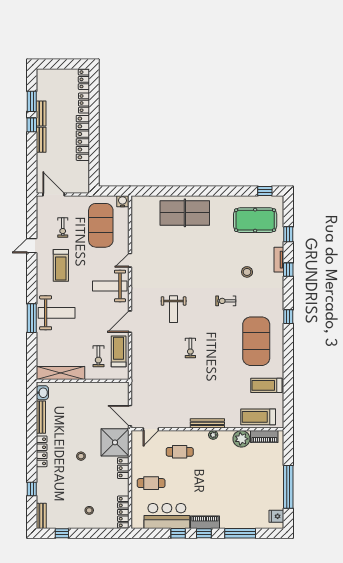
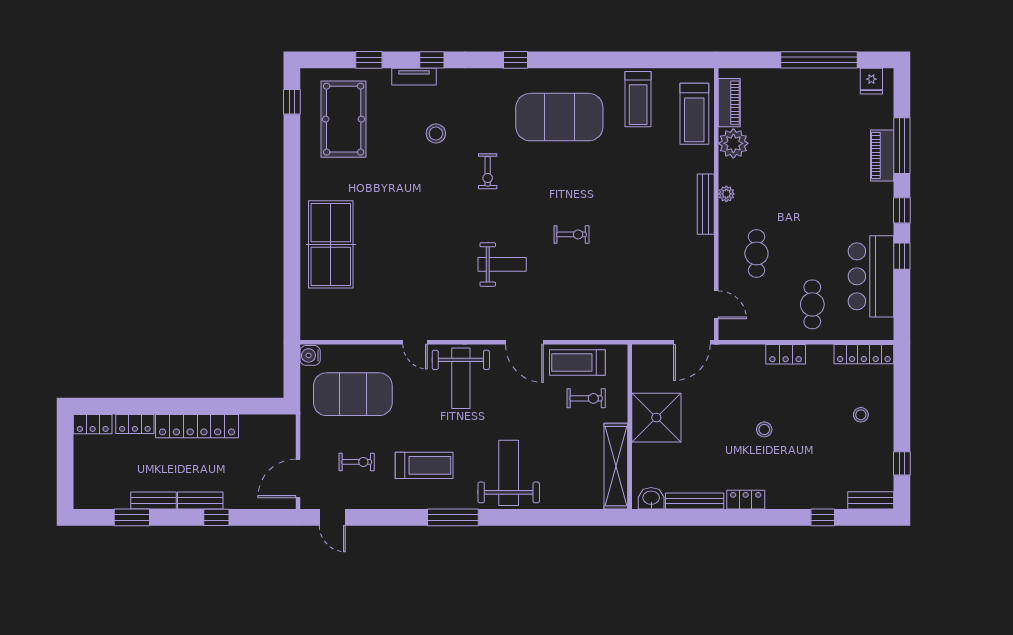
window: (32, 125) -> (216, 517), moved
door: (32, 246) -> (332, 517), moved
window: (32, 318) -> (453, 517), moved
shower: (115, 442) -> (656, 418), moved
locker: (42, 451) -> (746, 500), width x0.66
piano: (205, 522) -> (882, 155), moved

